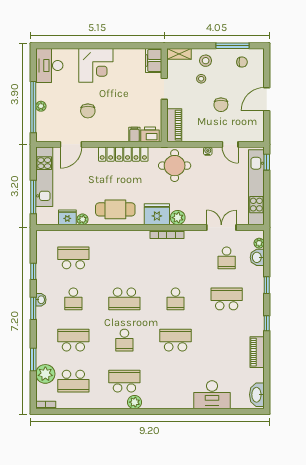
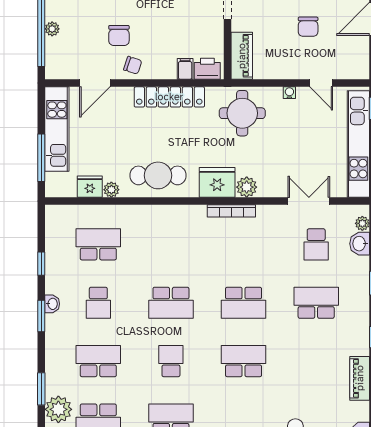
chair: (98, 132) -> (133, 65), added
school desk: (176, 299) -> (244, 303), width x1.85
school desk: (124, 340) -> (171, 361), turned 180

